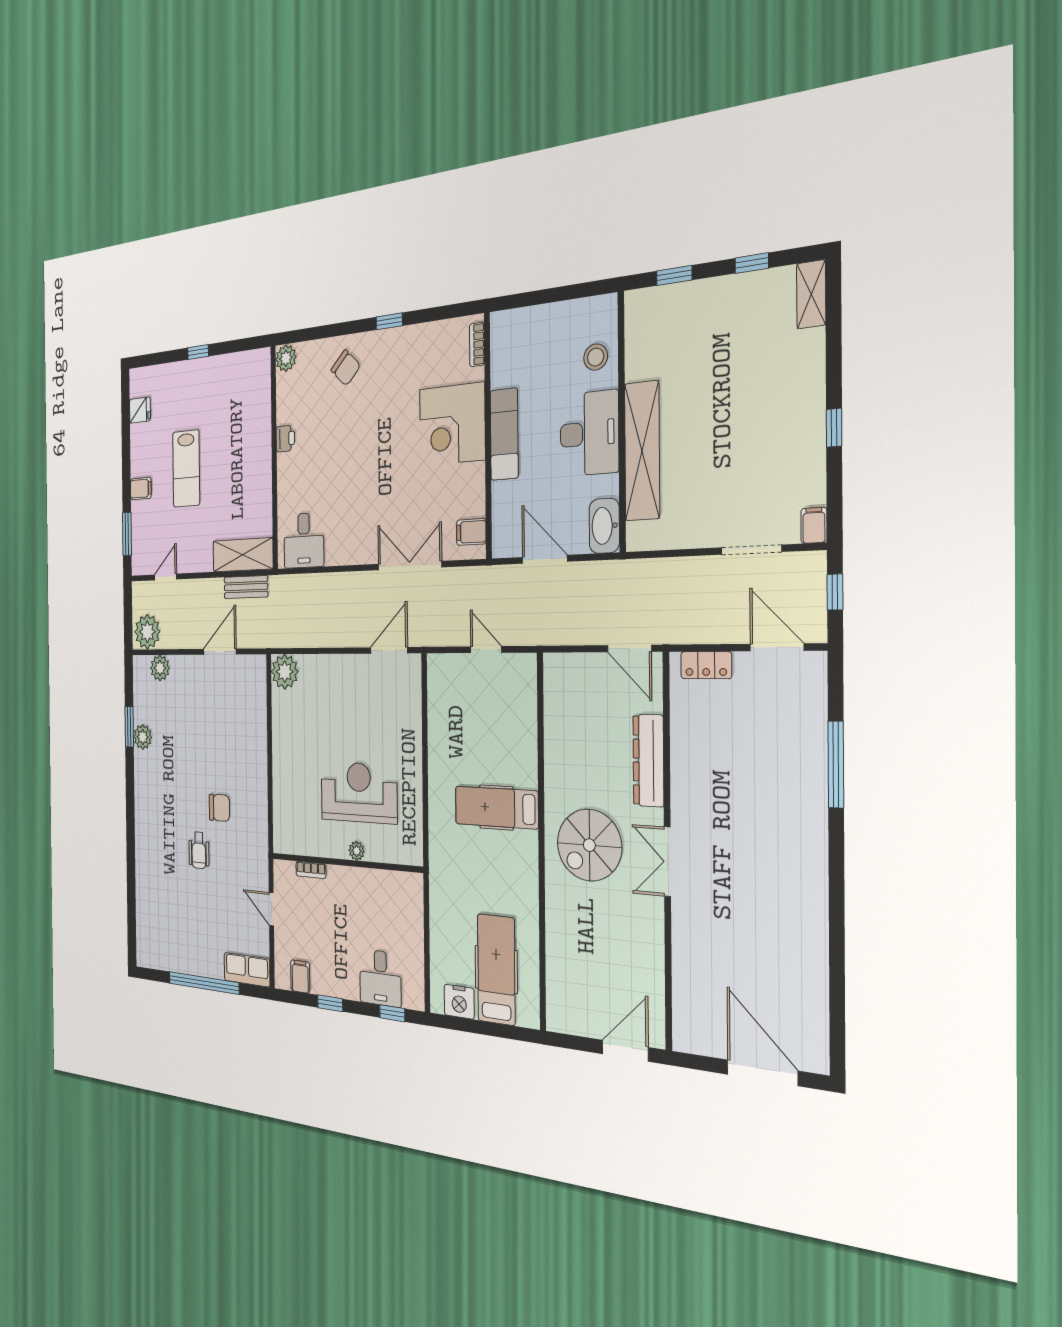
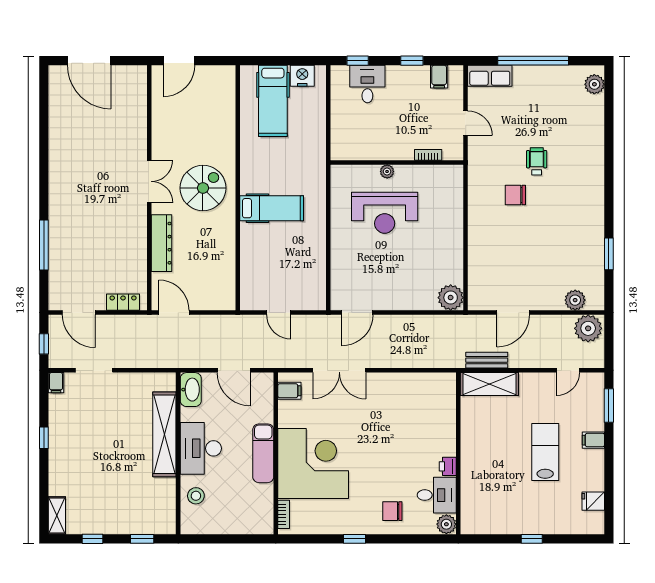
chair: (346, 368) -> (392, 511), turned -44
corner desk: (452, 424) -> (313, 463), width x1.36, depth x1.36
desk: (304, 541) -> (437, 495), moved, turned 90
plant: (143, 737) -> (594, 84), moved

